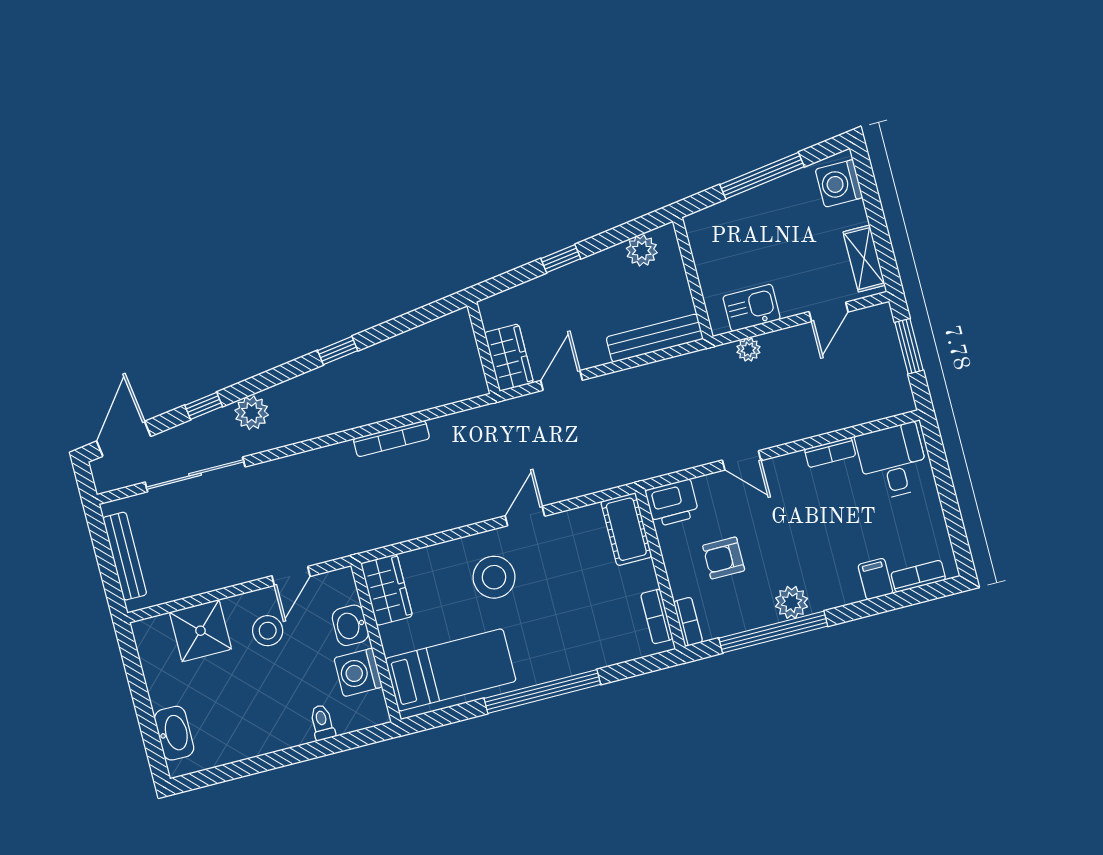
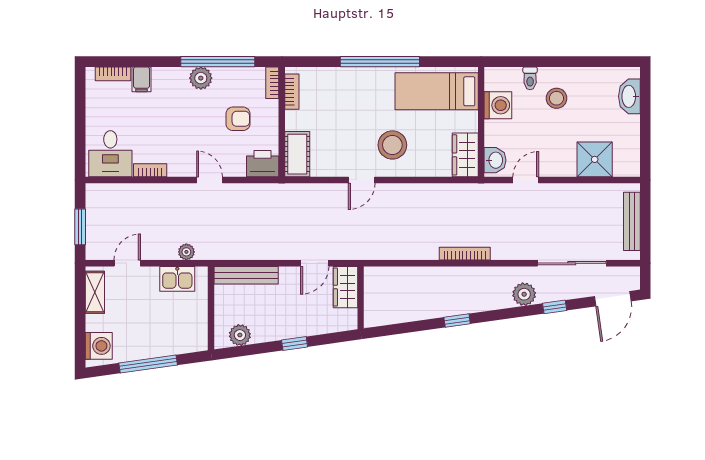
bookcase: (391, 439) -> (465, 254), moved
washbasin: (350, 625) -> (495, 160), moved
stool: (268, 631) -> (557, 98), moved

